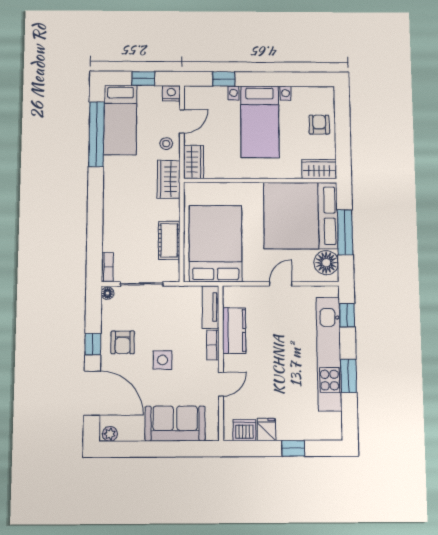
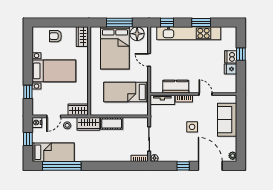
door: (182, 121) -> (54, 116), swing flipped
bed: (301, 216) -> (115, 48), width x0.73
cot: (169, 240) -> (112, 123), moved
bed: (215, 244) -> (126, 92), width x0.67
armchair: (123, 342) -> (182, 149), removed
door: (92, 393) -> (210, 166), hinge flipped
dishwasher: (244, 430) -> (231, 57), moved

